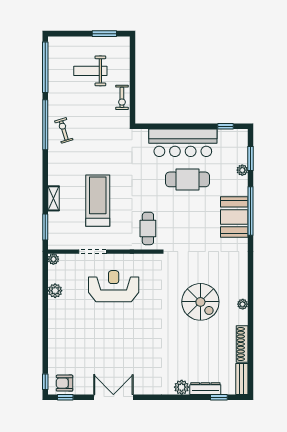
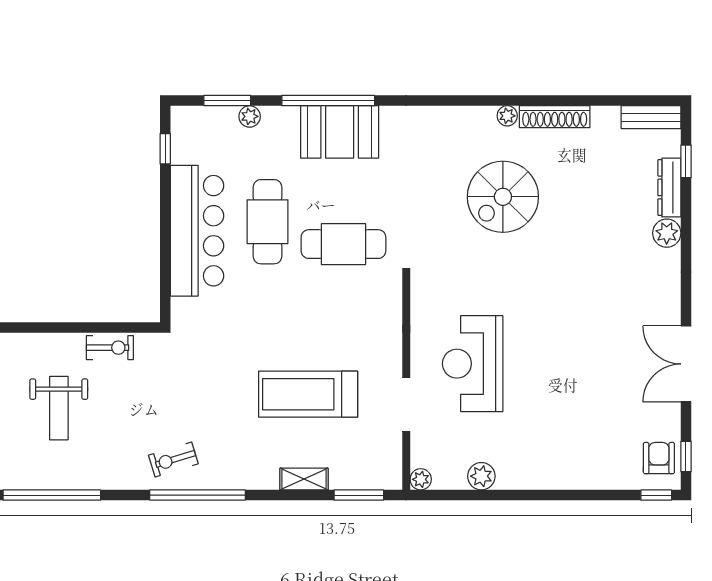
window: (45, 125) -> (198, 495), moved
cafe table: (148, 228) -> (343, 244), moved, width x1.37, depth x1.35
spiral stairs: (200, 302) -> (503, 197), turned 180
shoe rack: (242, 344) -> (555, 117), moved
armchair: (65, 383) -> (659, 458), turned 180

